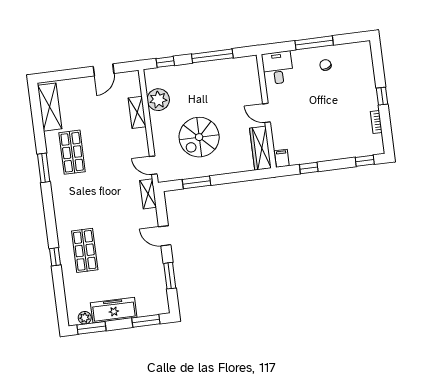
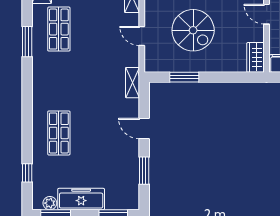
spiral stairs: (199, 137) -> (193, 30), turned -90
wardrobe: (260, 148) -> (255, 57), width x0.67
door: (153, 165) -> (142, 36), moved
window: (55, 257) -> (27, 173), moved

